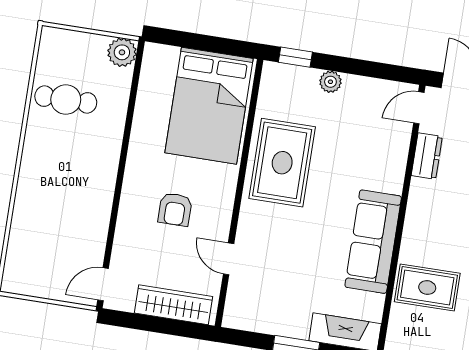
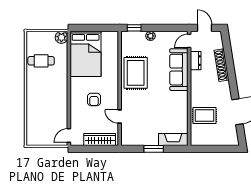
bed: (209, 106) -> (86, 54), moved
sofa: (373, 242) -> (179, 70), moved

